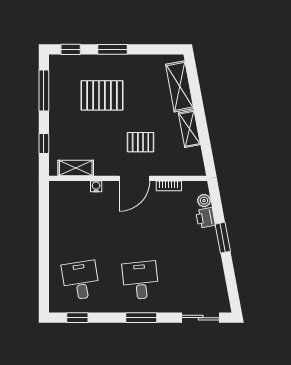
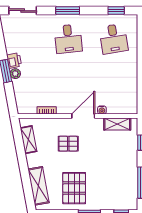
pallet: (102, 95) -> (74, 188), moved, turned 90
shelving: (189, 129) -> (29, 140), moved
door: (134, 178) -> (83, 116), moved
plant: (204, 201) -> (15, 74), moved
printer: (205, 218) -> (14, 61), moved

